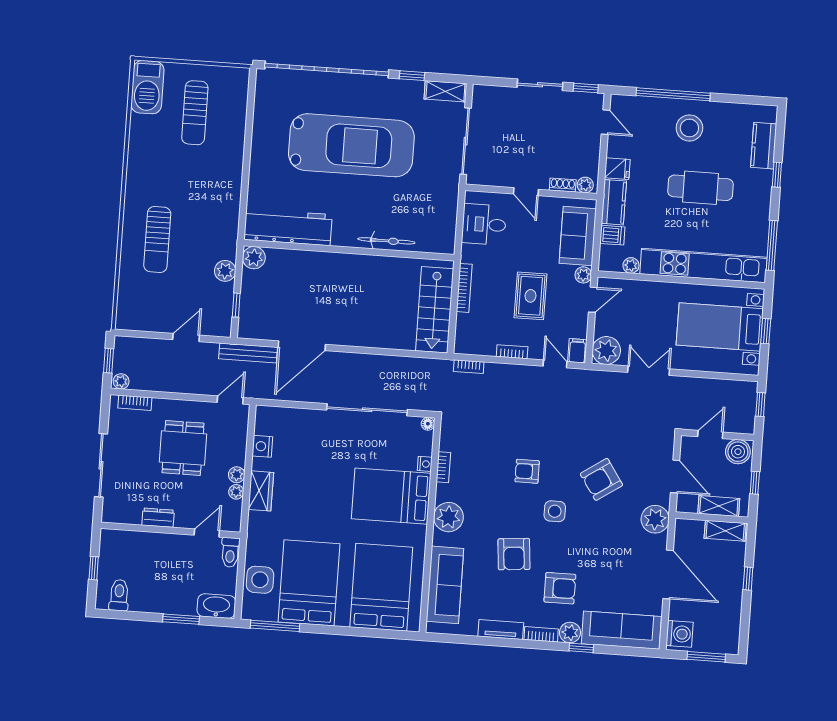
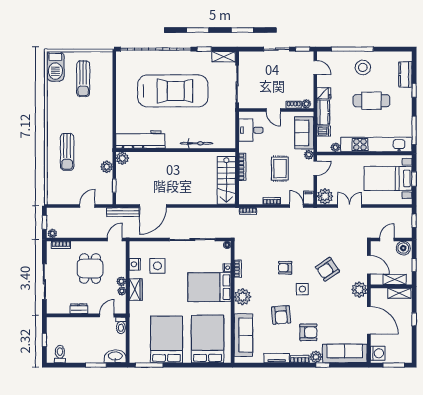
side table: (260, 580) -> (157, 266), moved

